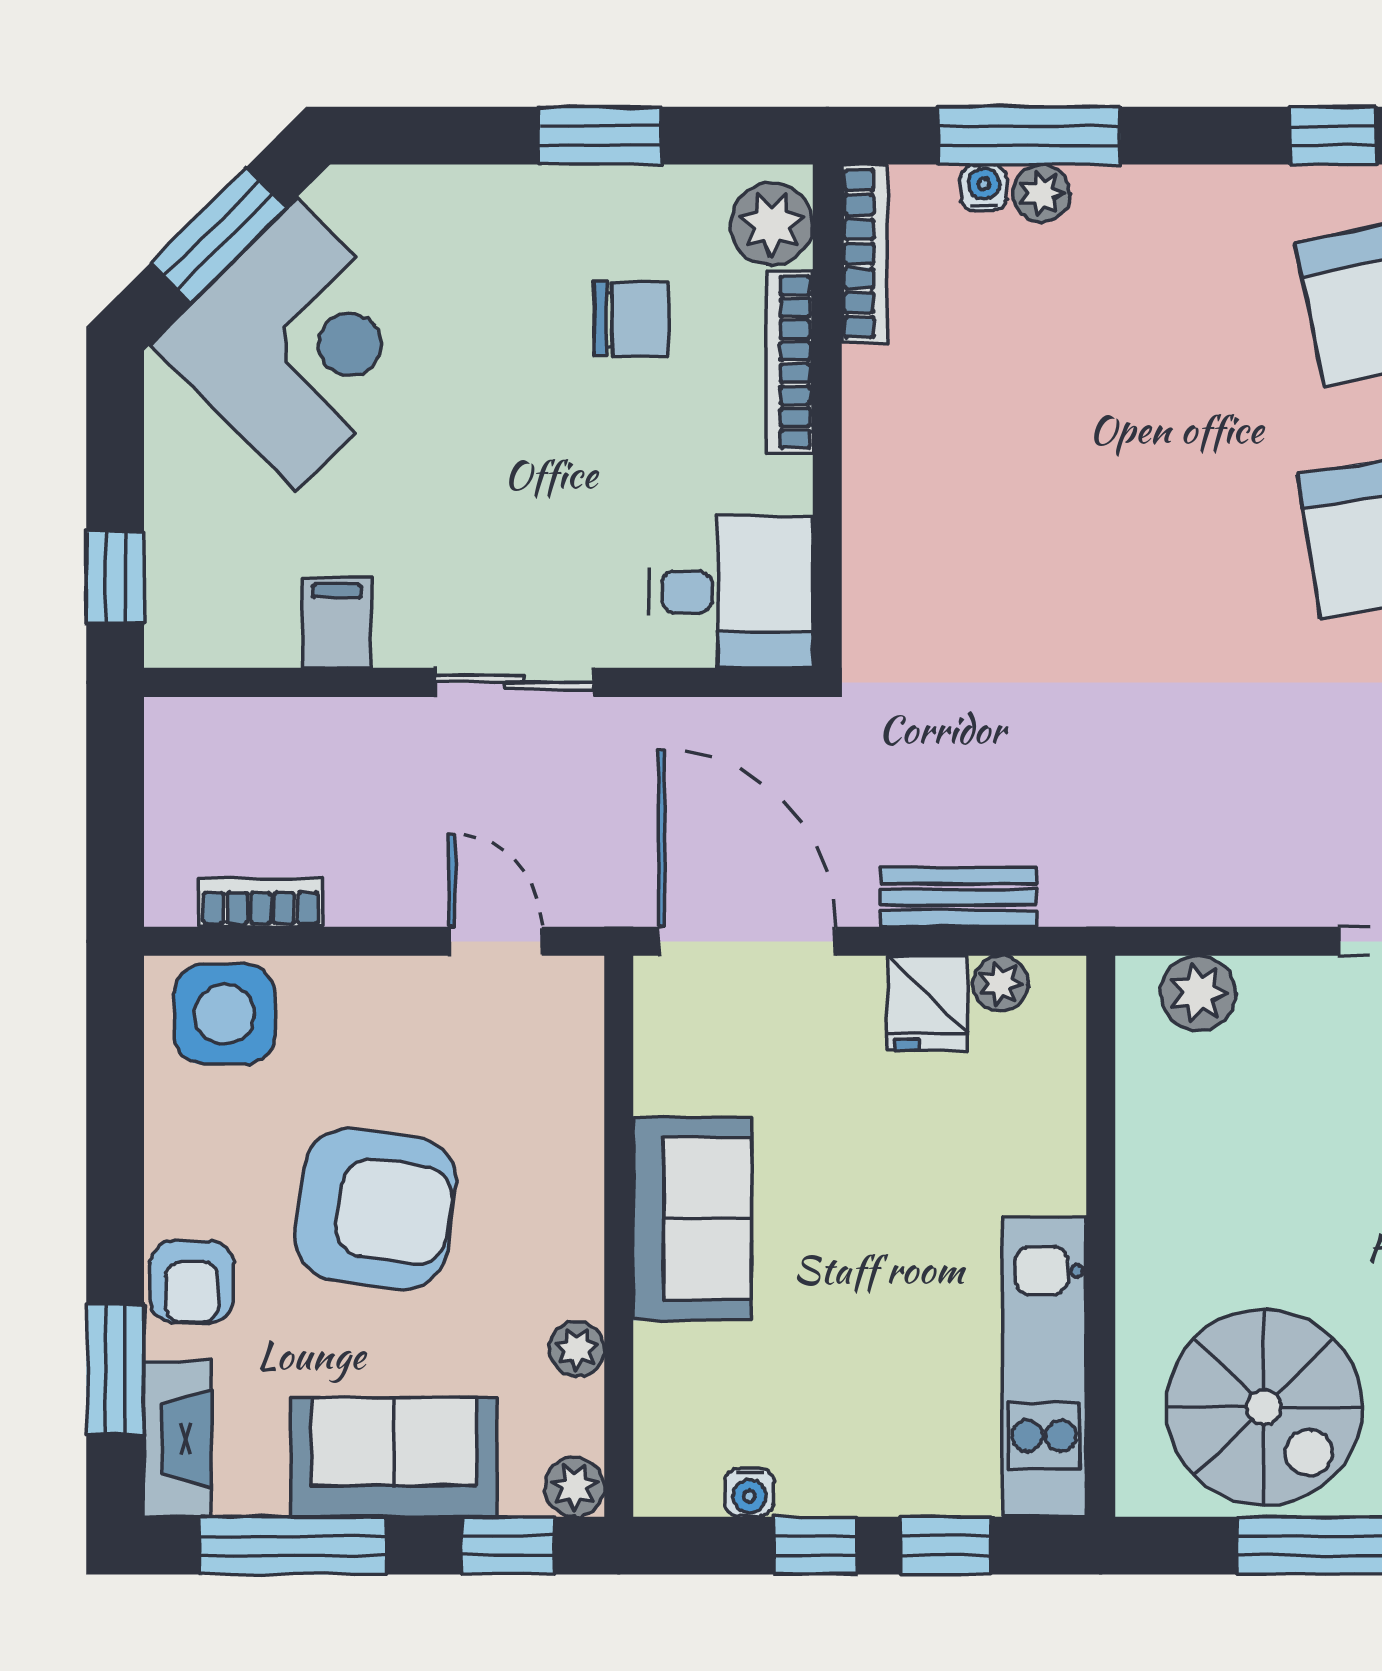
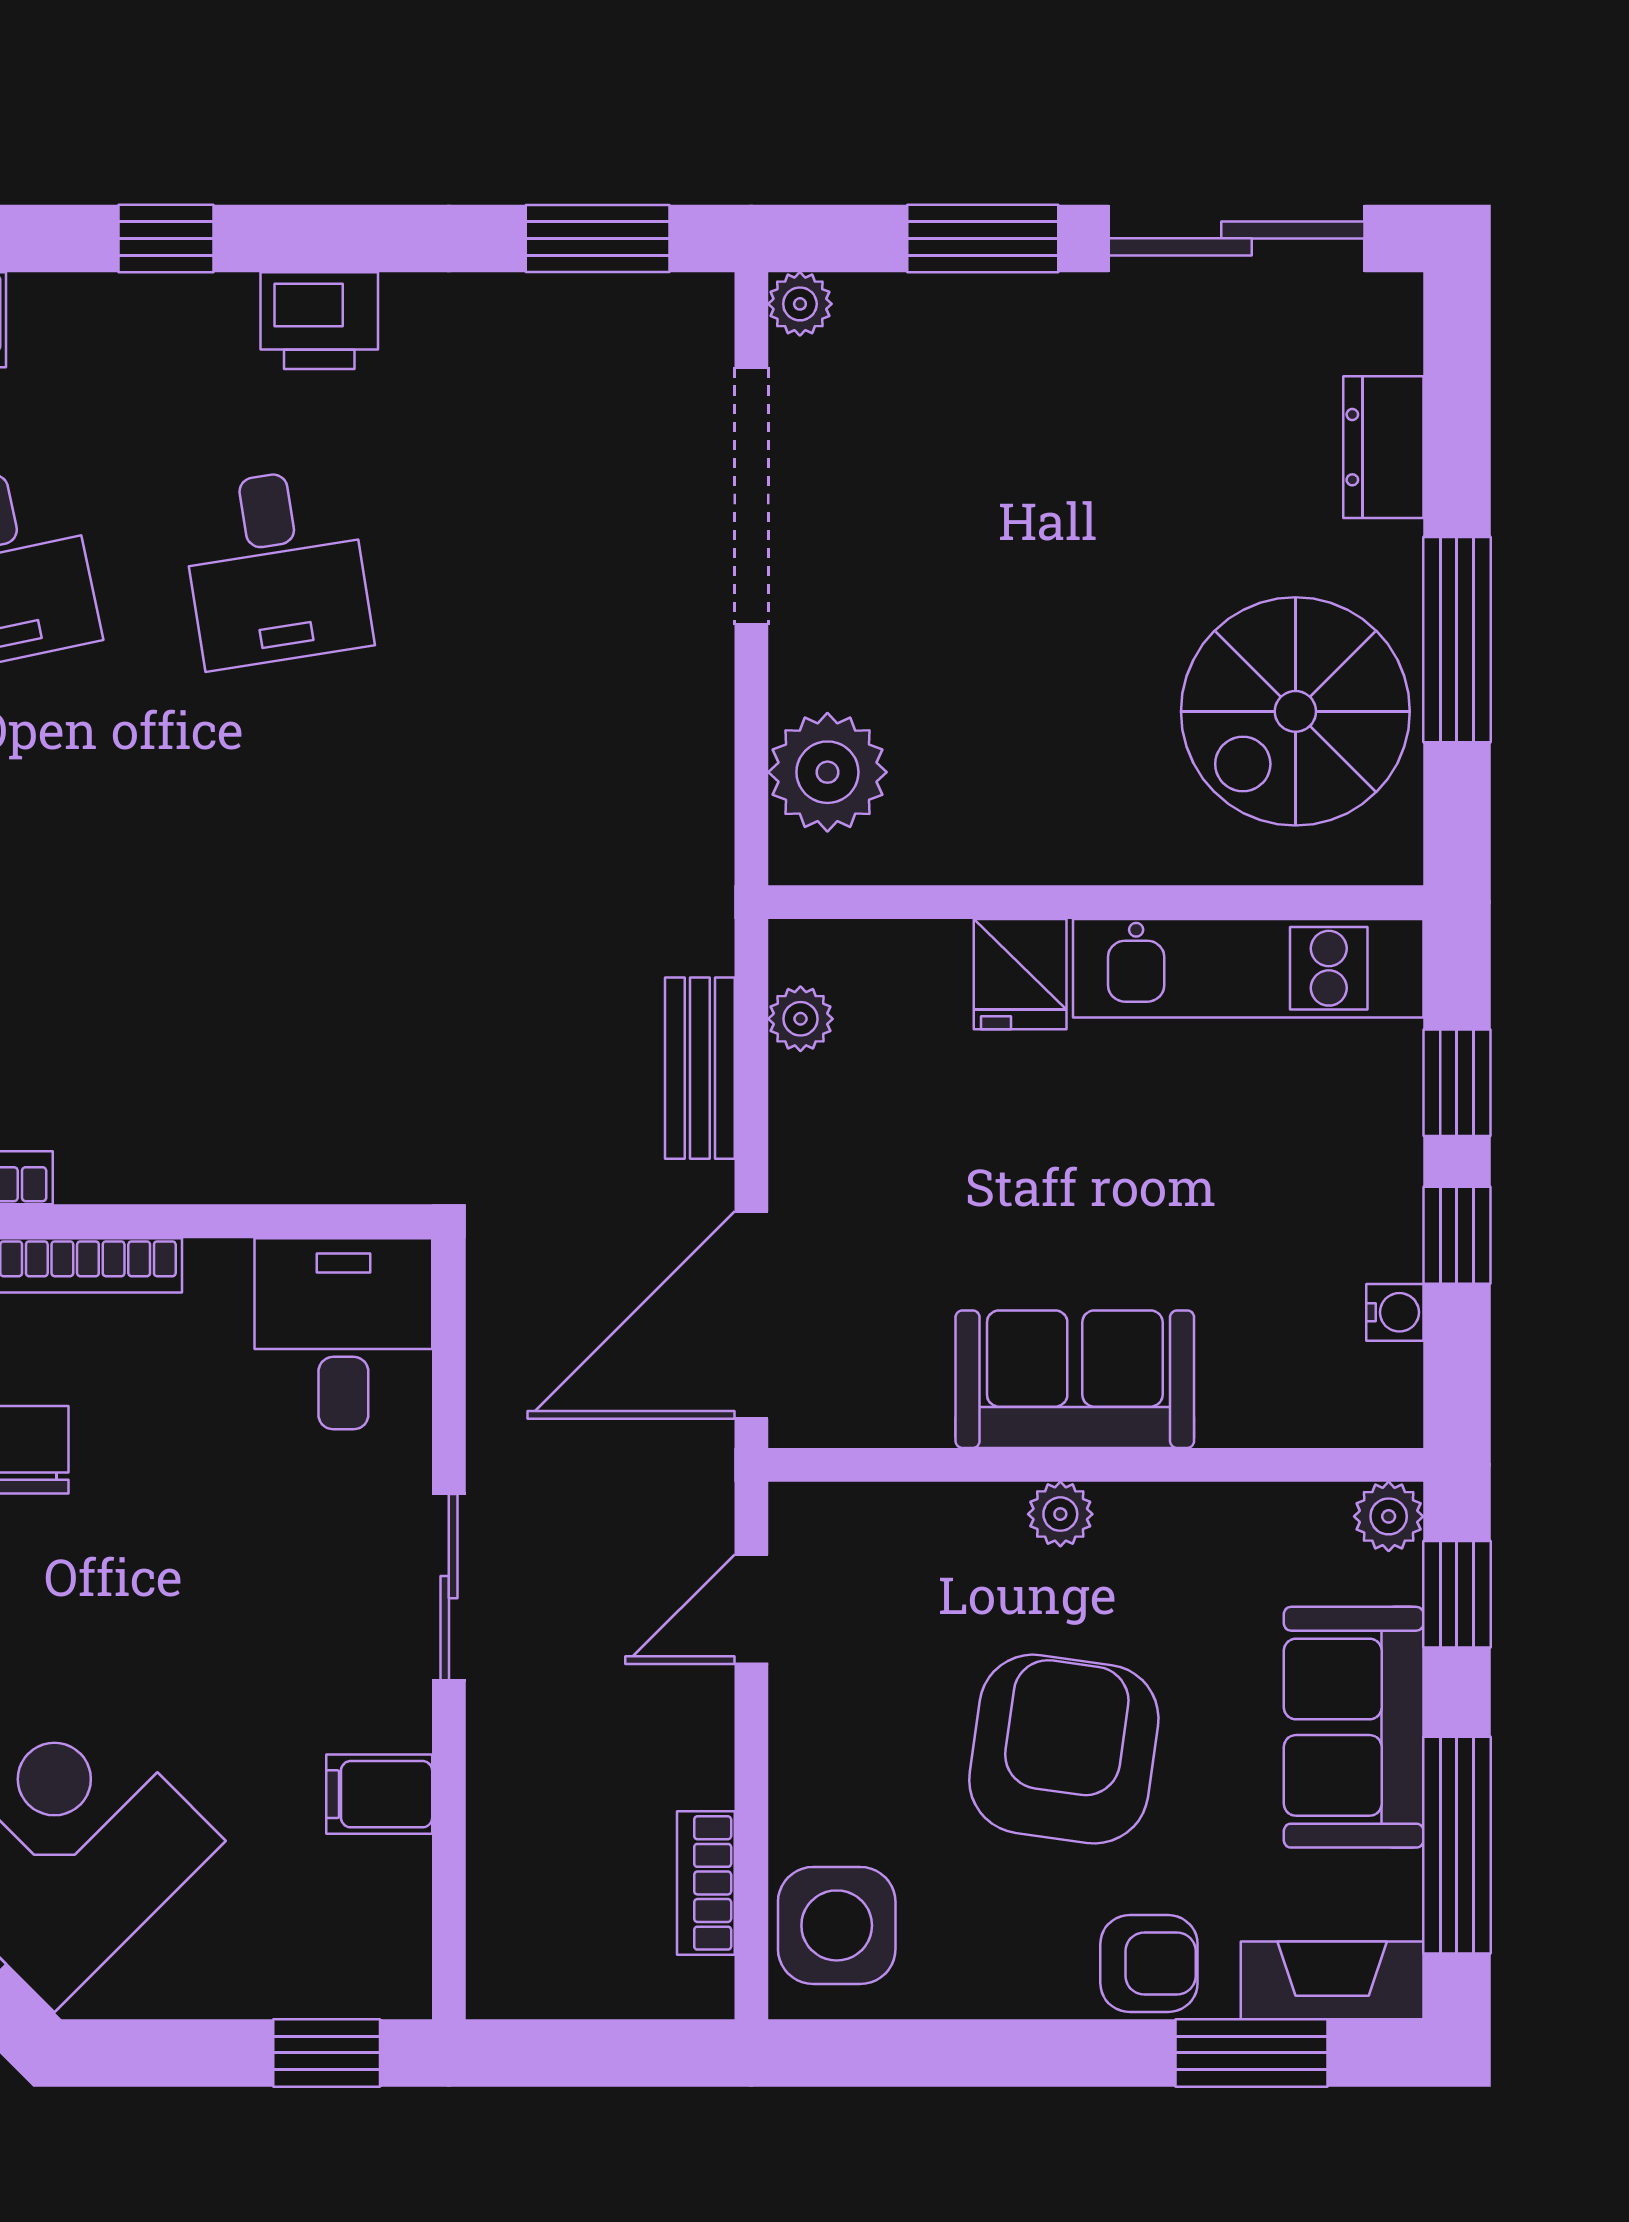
plant: (1198, 993) -> (827, 772), width x1.36, depth x1.36
fridge: (928, 1003) -> (1020, 974), moved, turned 90
plant: (577, 1349) -> (1060, 1514), moved
spiral stairs: (1264, 1407) -> (1295, 711), turned 180

